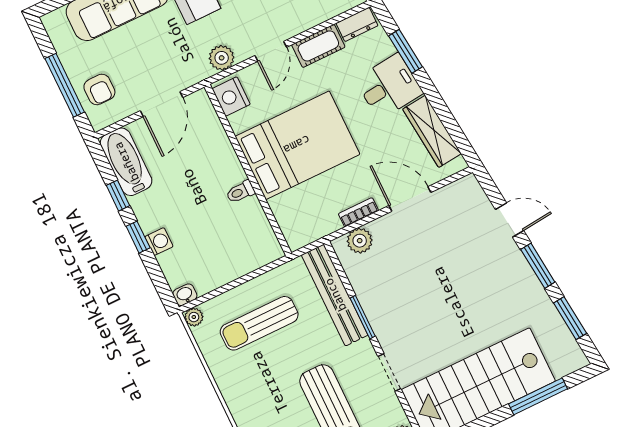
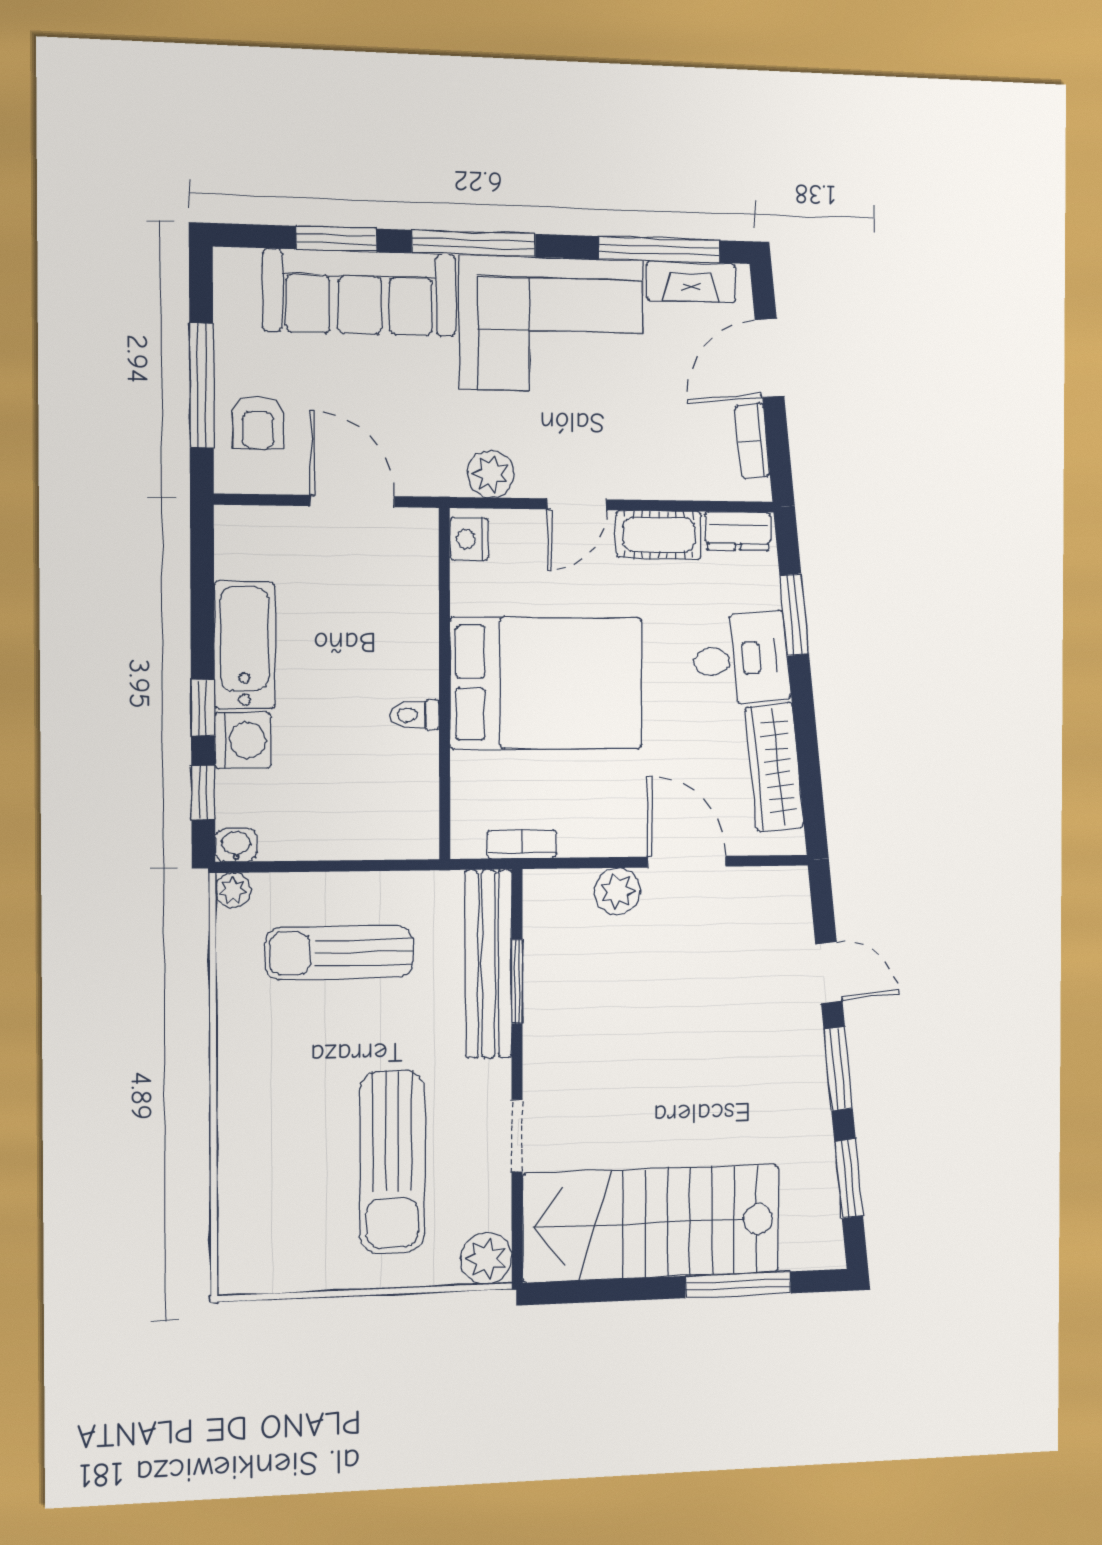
nightstand: (231, 96) -> (469, 539), width x0.74, depth x0.75
door: (162, 104) -> (352, 501), swing flipped
bathtub: (126, 162) -> (245, 645), moved
window: (118, 196) -> (203, 793), moved
bookcase: (358, 212) -> (522, 844), moved
plant: (360, 241) -> (617, 891), moved
washing machine: (159, 242) -> (243, 740), width x1.38, depth x1.38
window: (363, 317) -> (517, 981), moved

